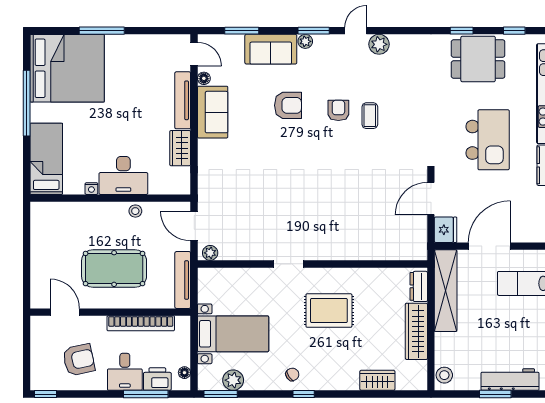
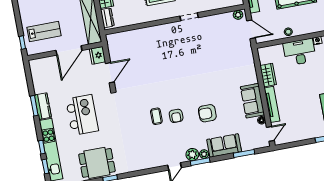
plant: (379, 44) -> (192, 154), moved
door: (194, 54) -> (270, 134), swing flipped
kitchen island: (488, 140) -> (82, 115), turned 180

